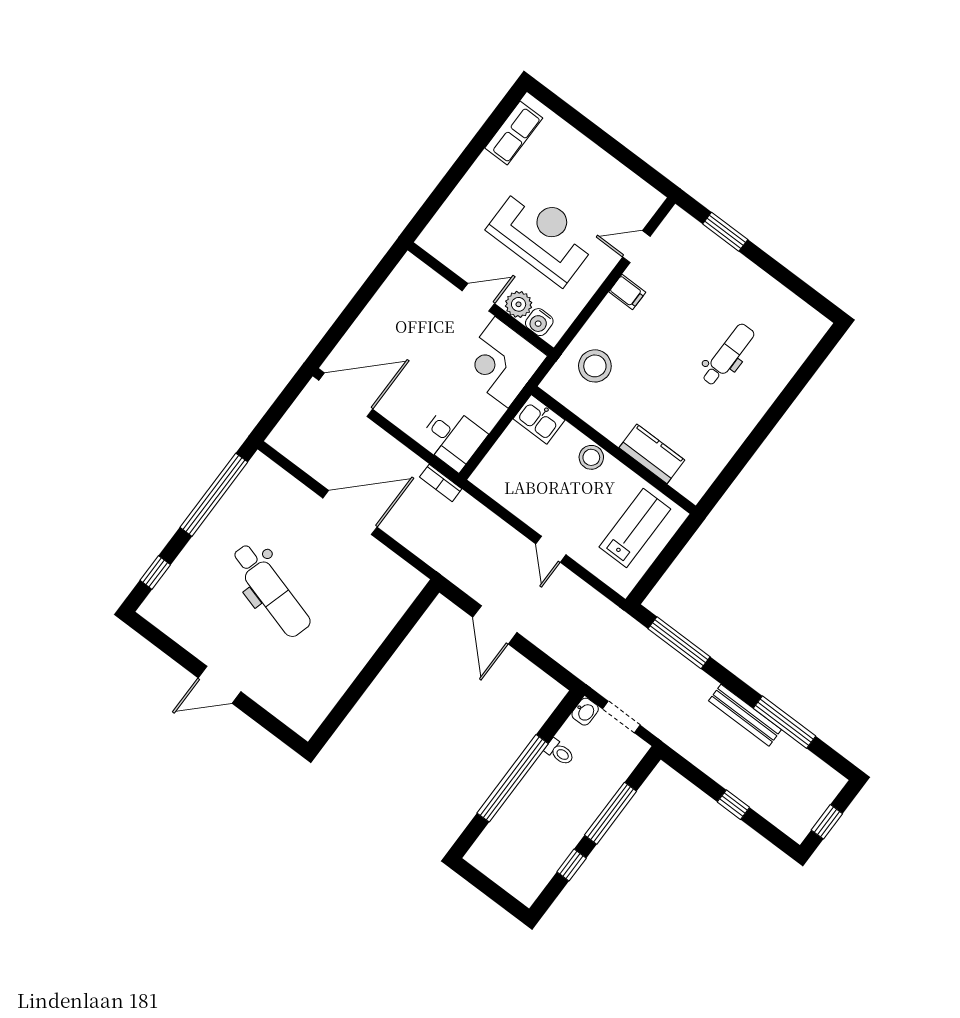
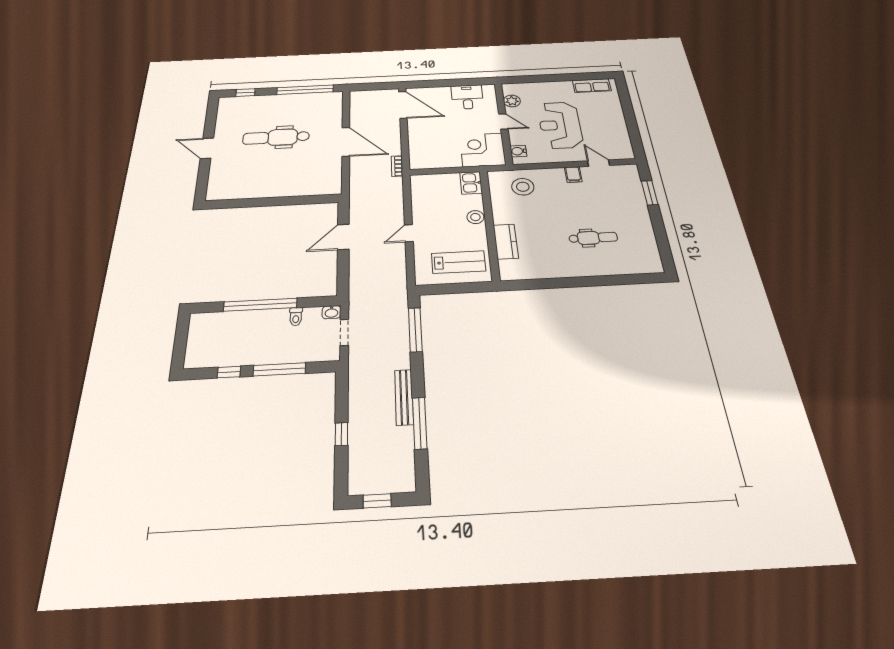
reception desk: (542, 235) -> (560, 125), turned 180
plant: (519, 304) -> (512, 101), moved
desk: (453, 438) -> (467, 97), moved, turned 180
dental chair: (271, 590) -> (276, 137), turned 74

